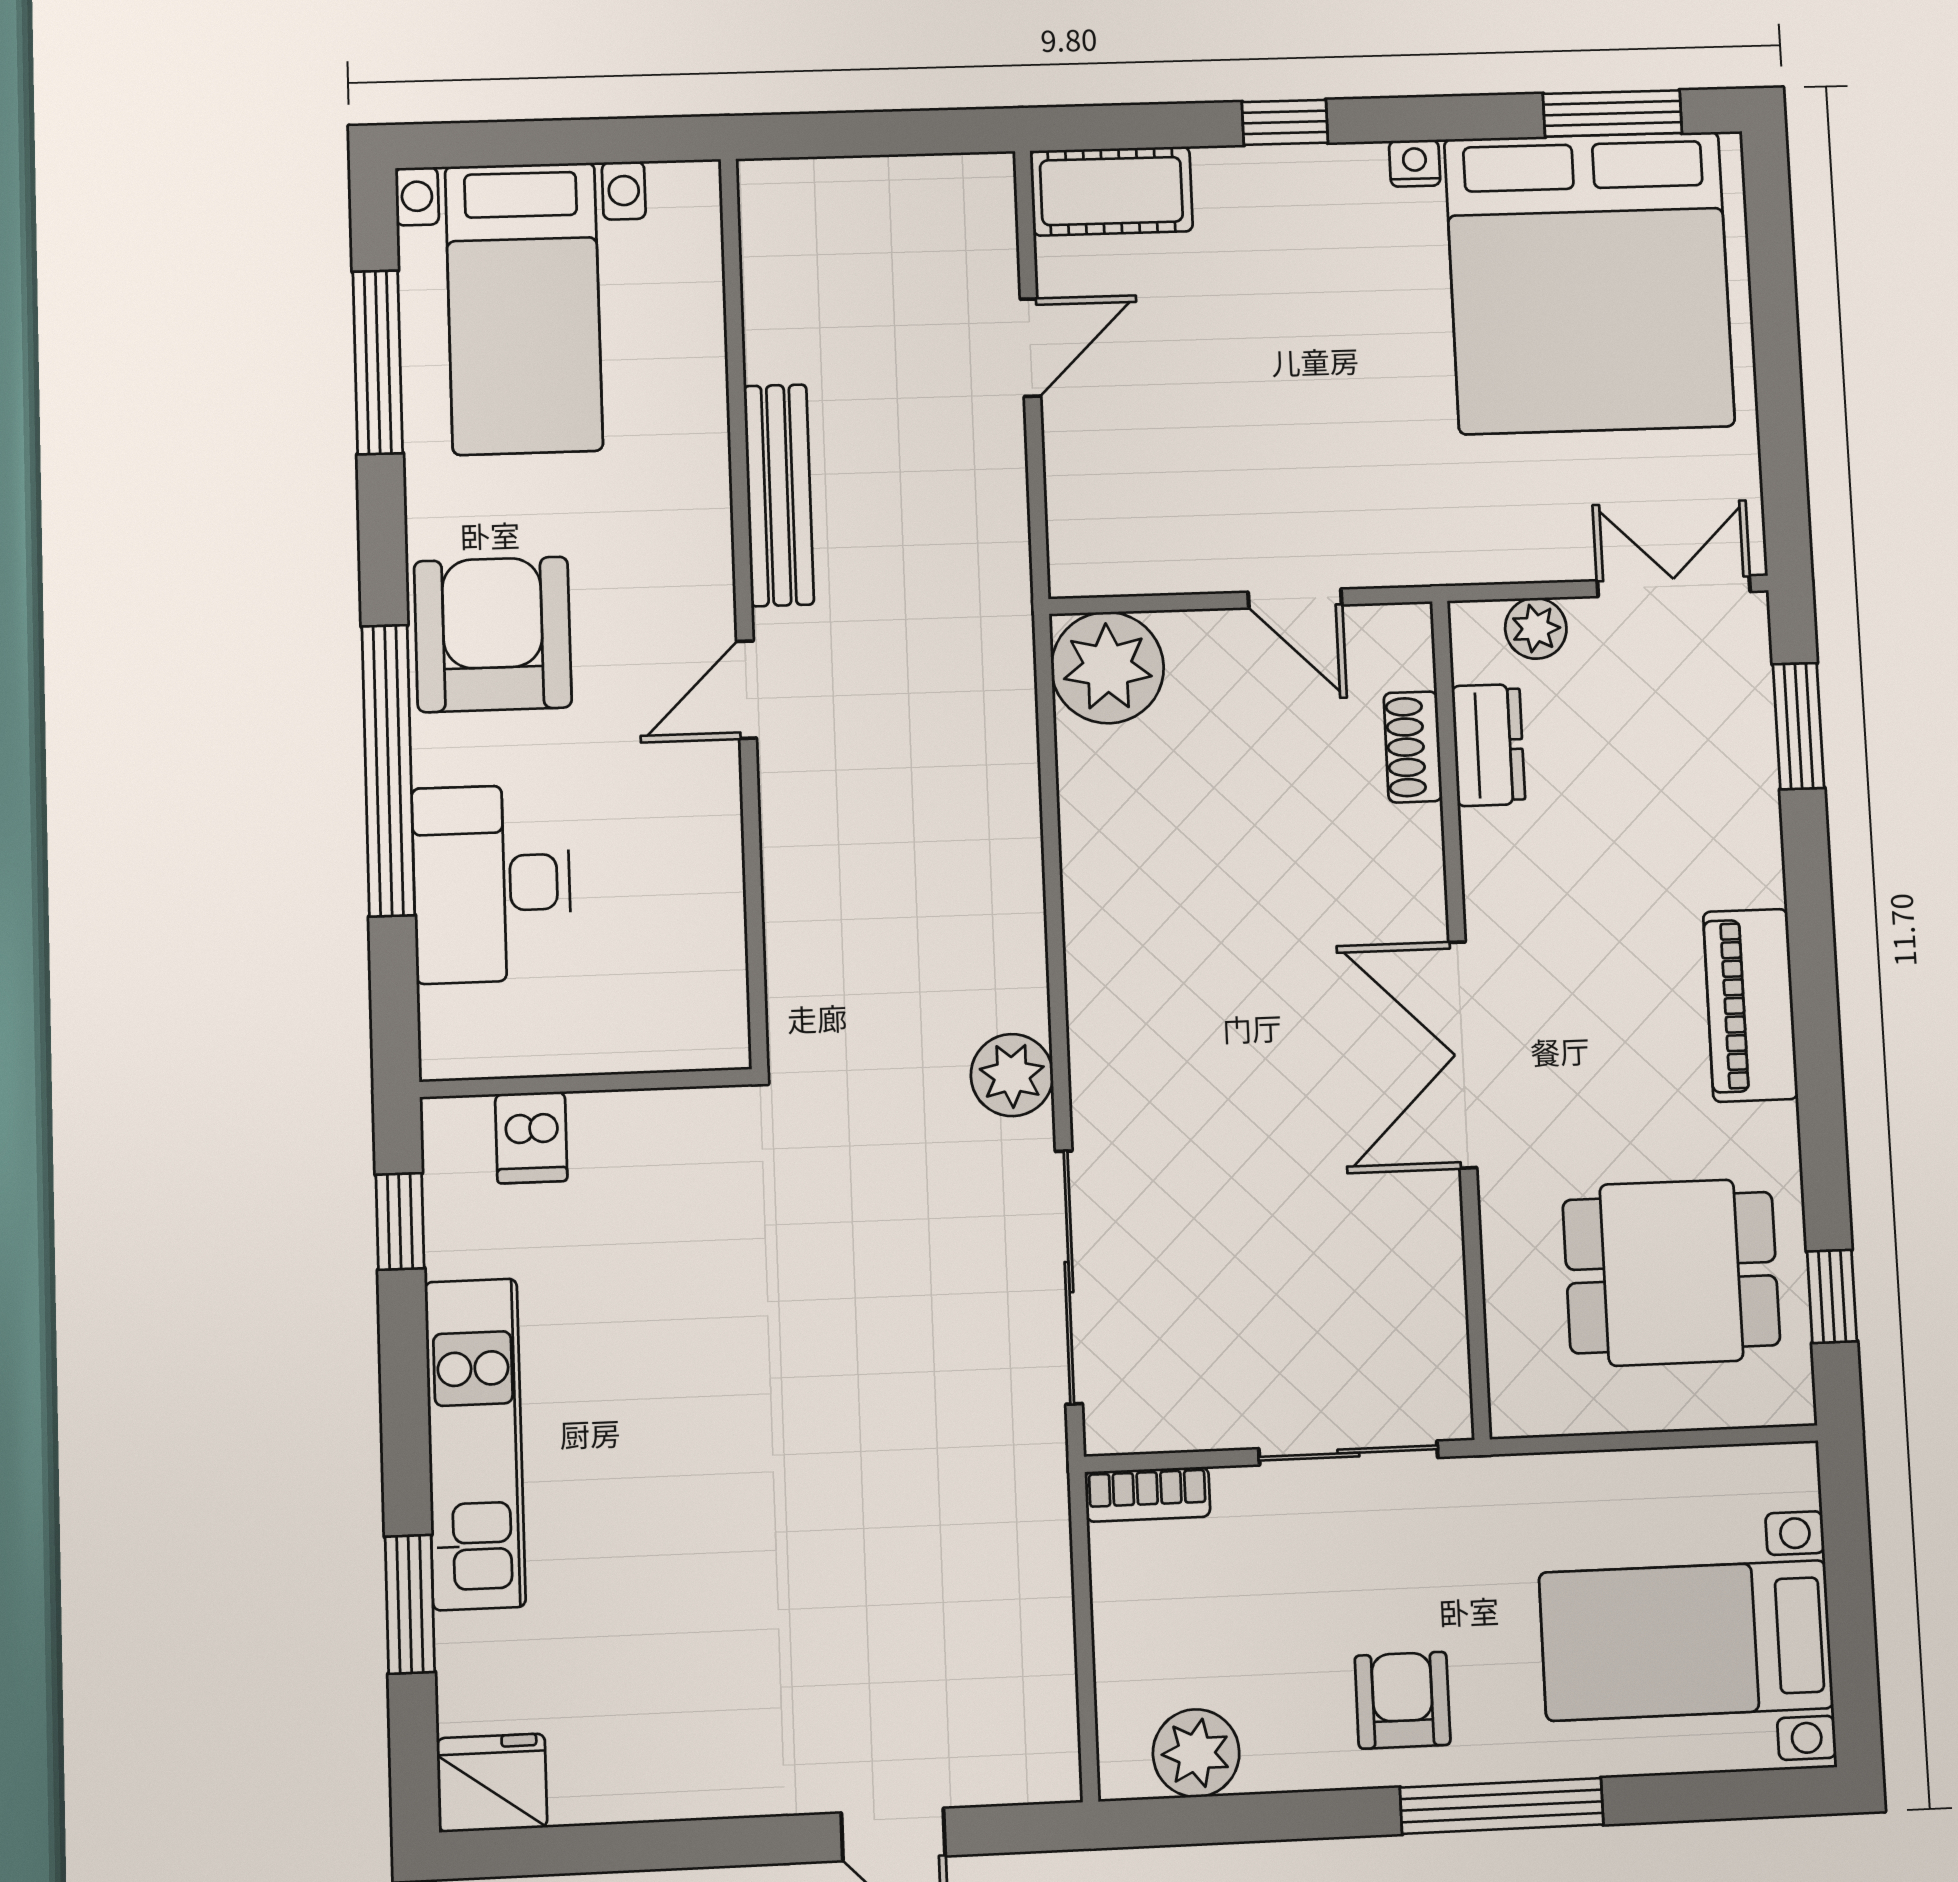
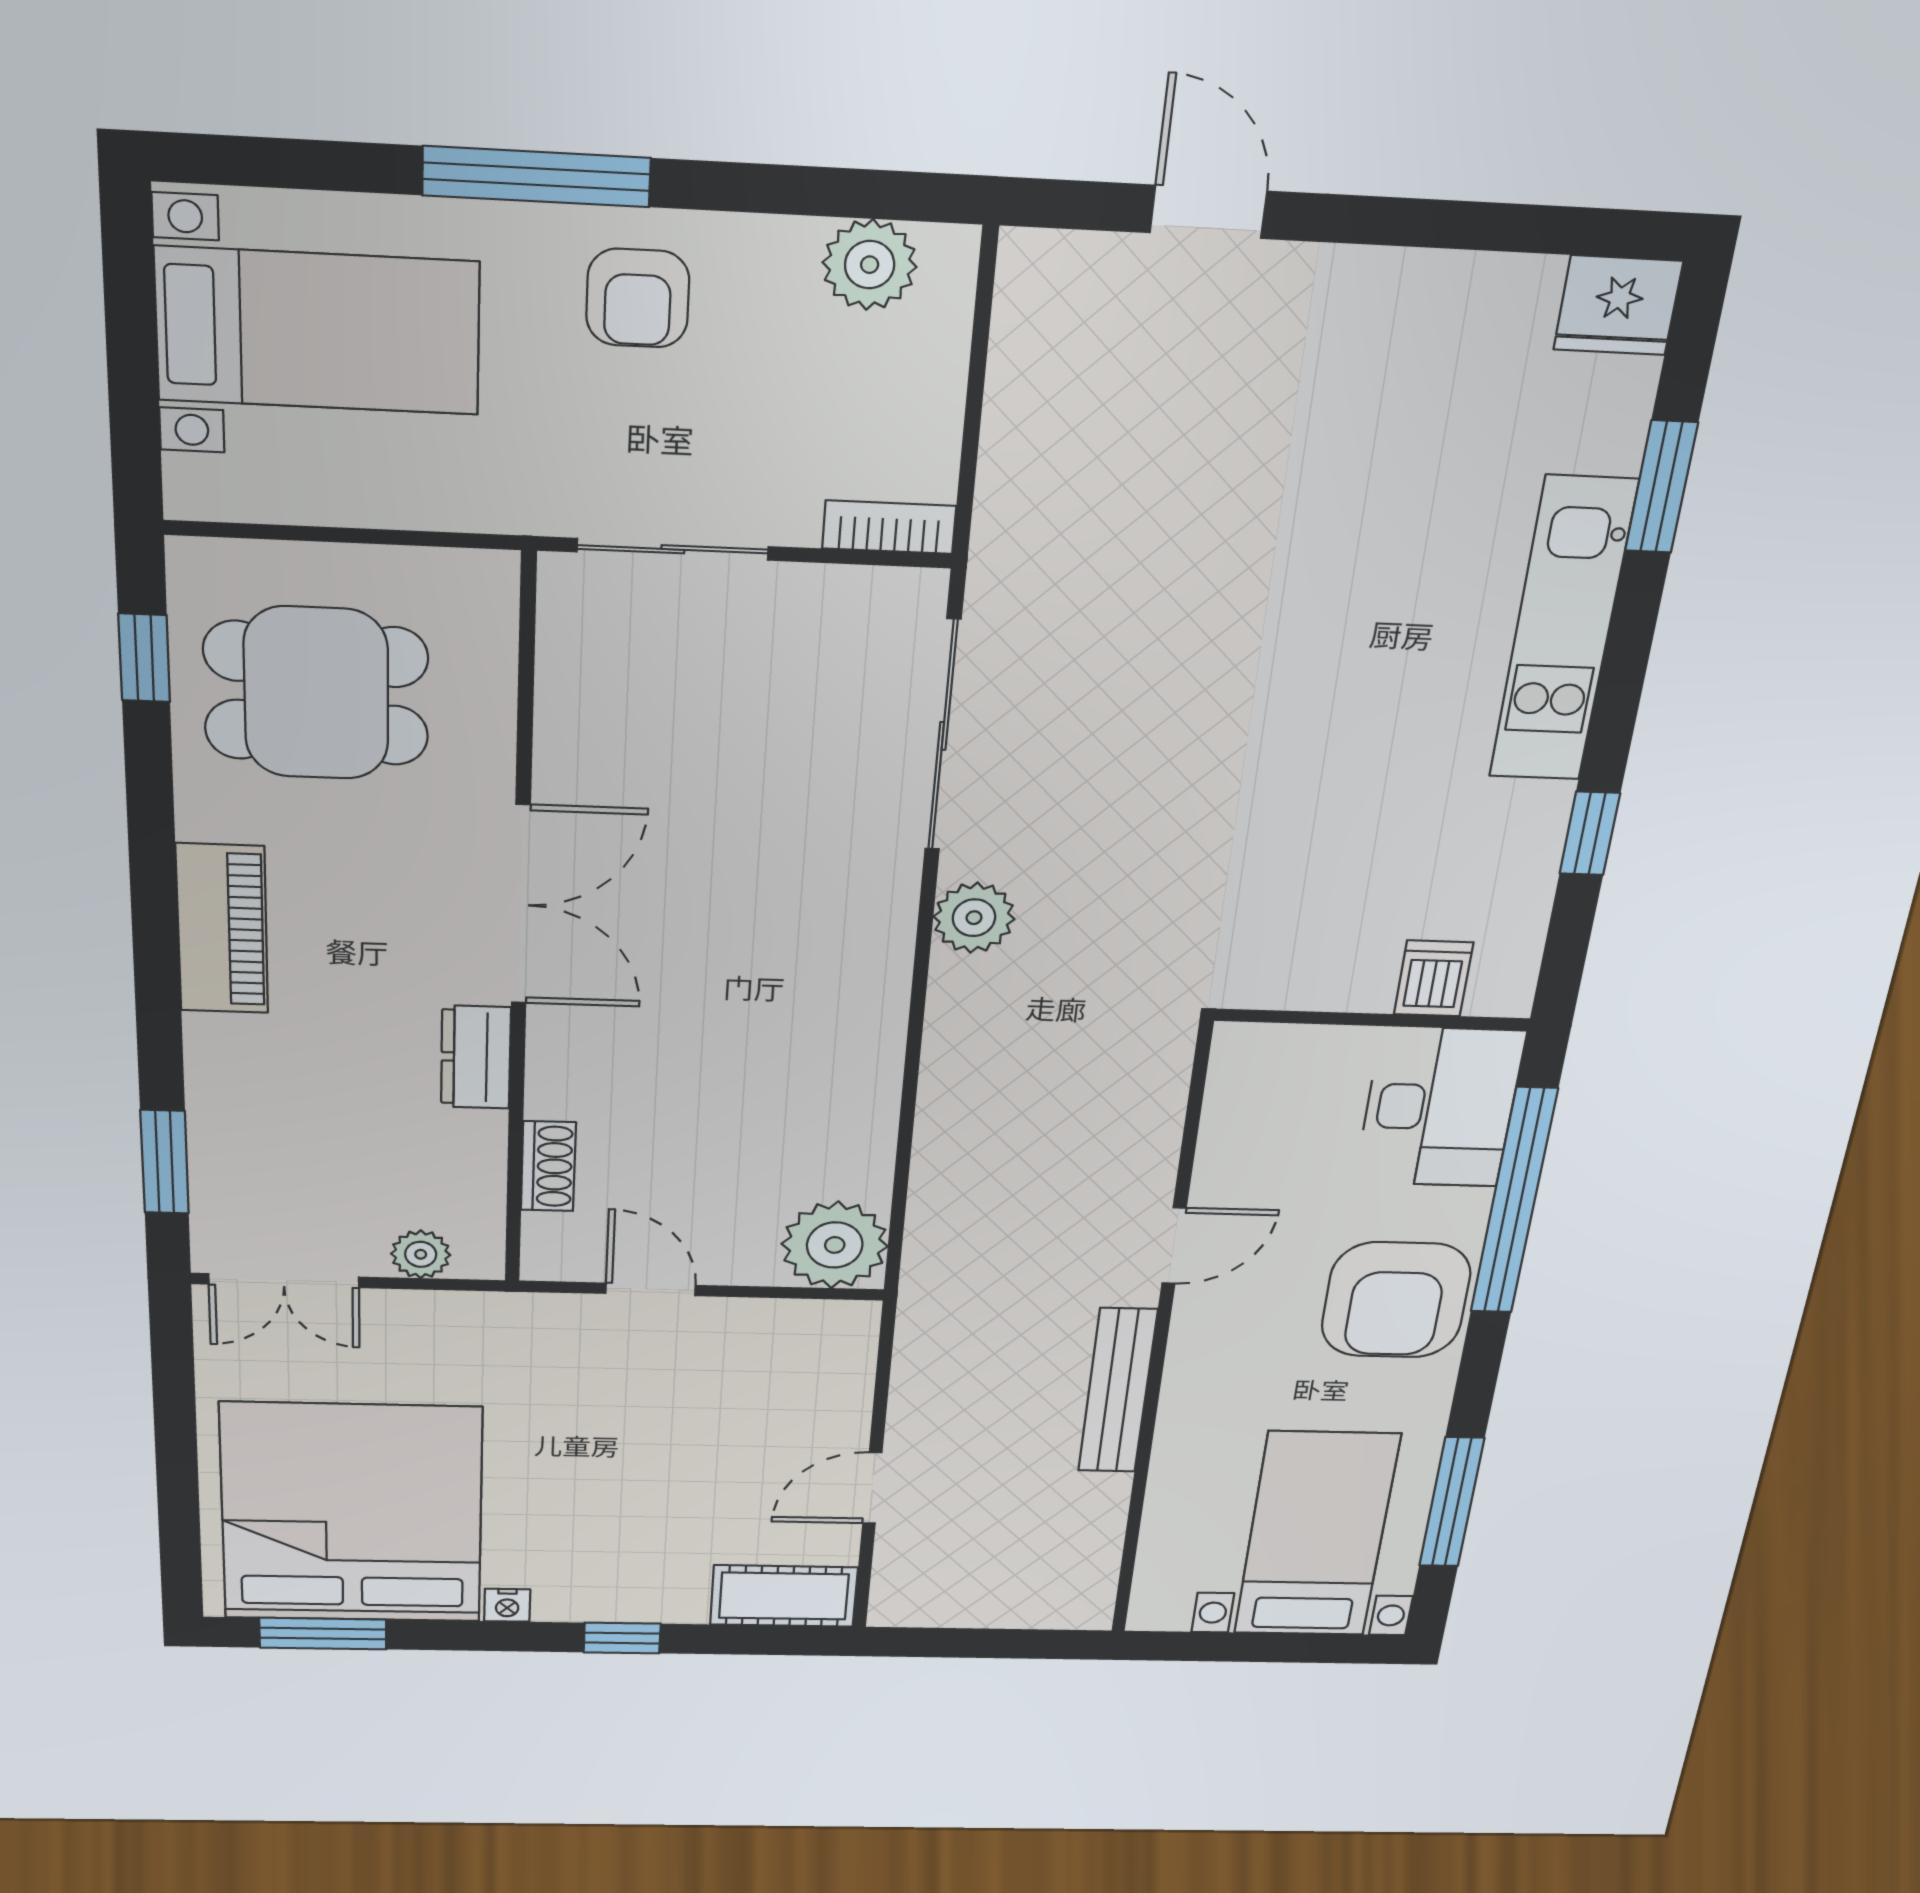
dresser: (1488, 745) -> (476, 1057), moved
wall: (586, 1083) -> (1373, 1020), moved
dishwasher: (531, 1138) -> (1434, 978), moved

